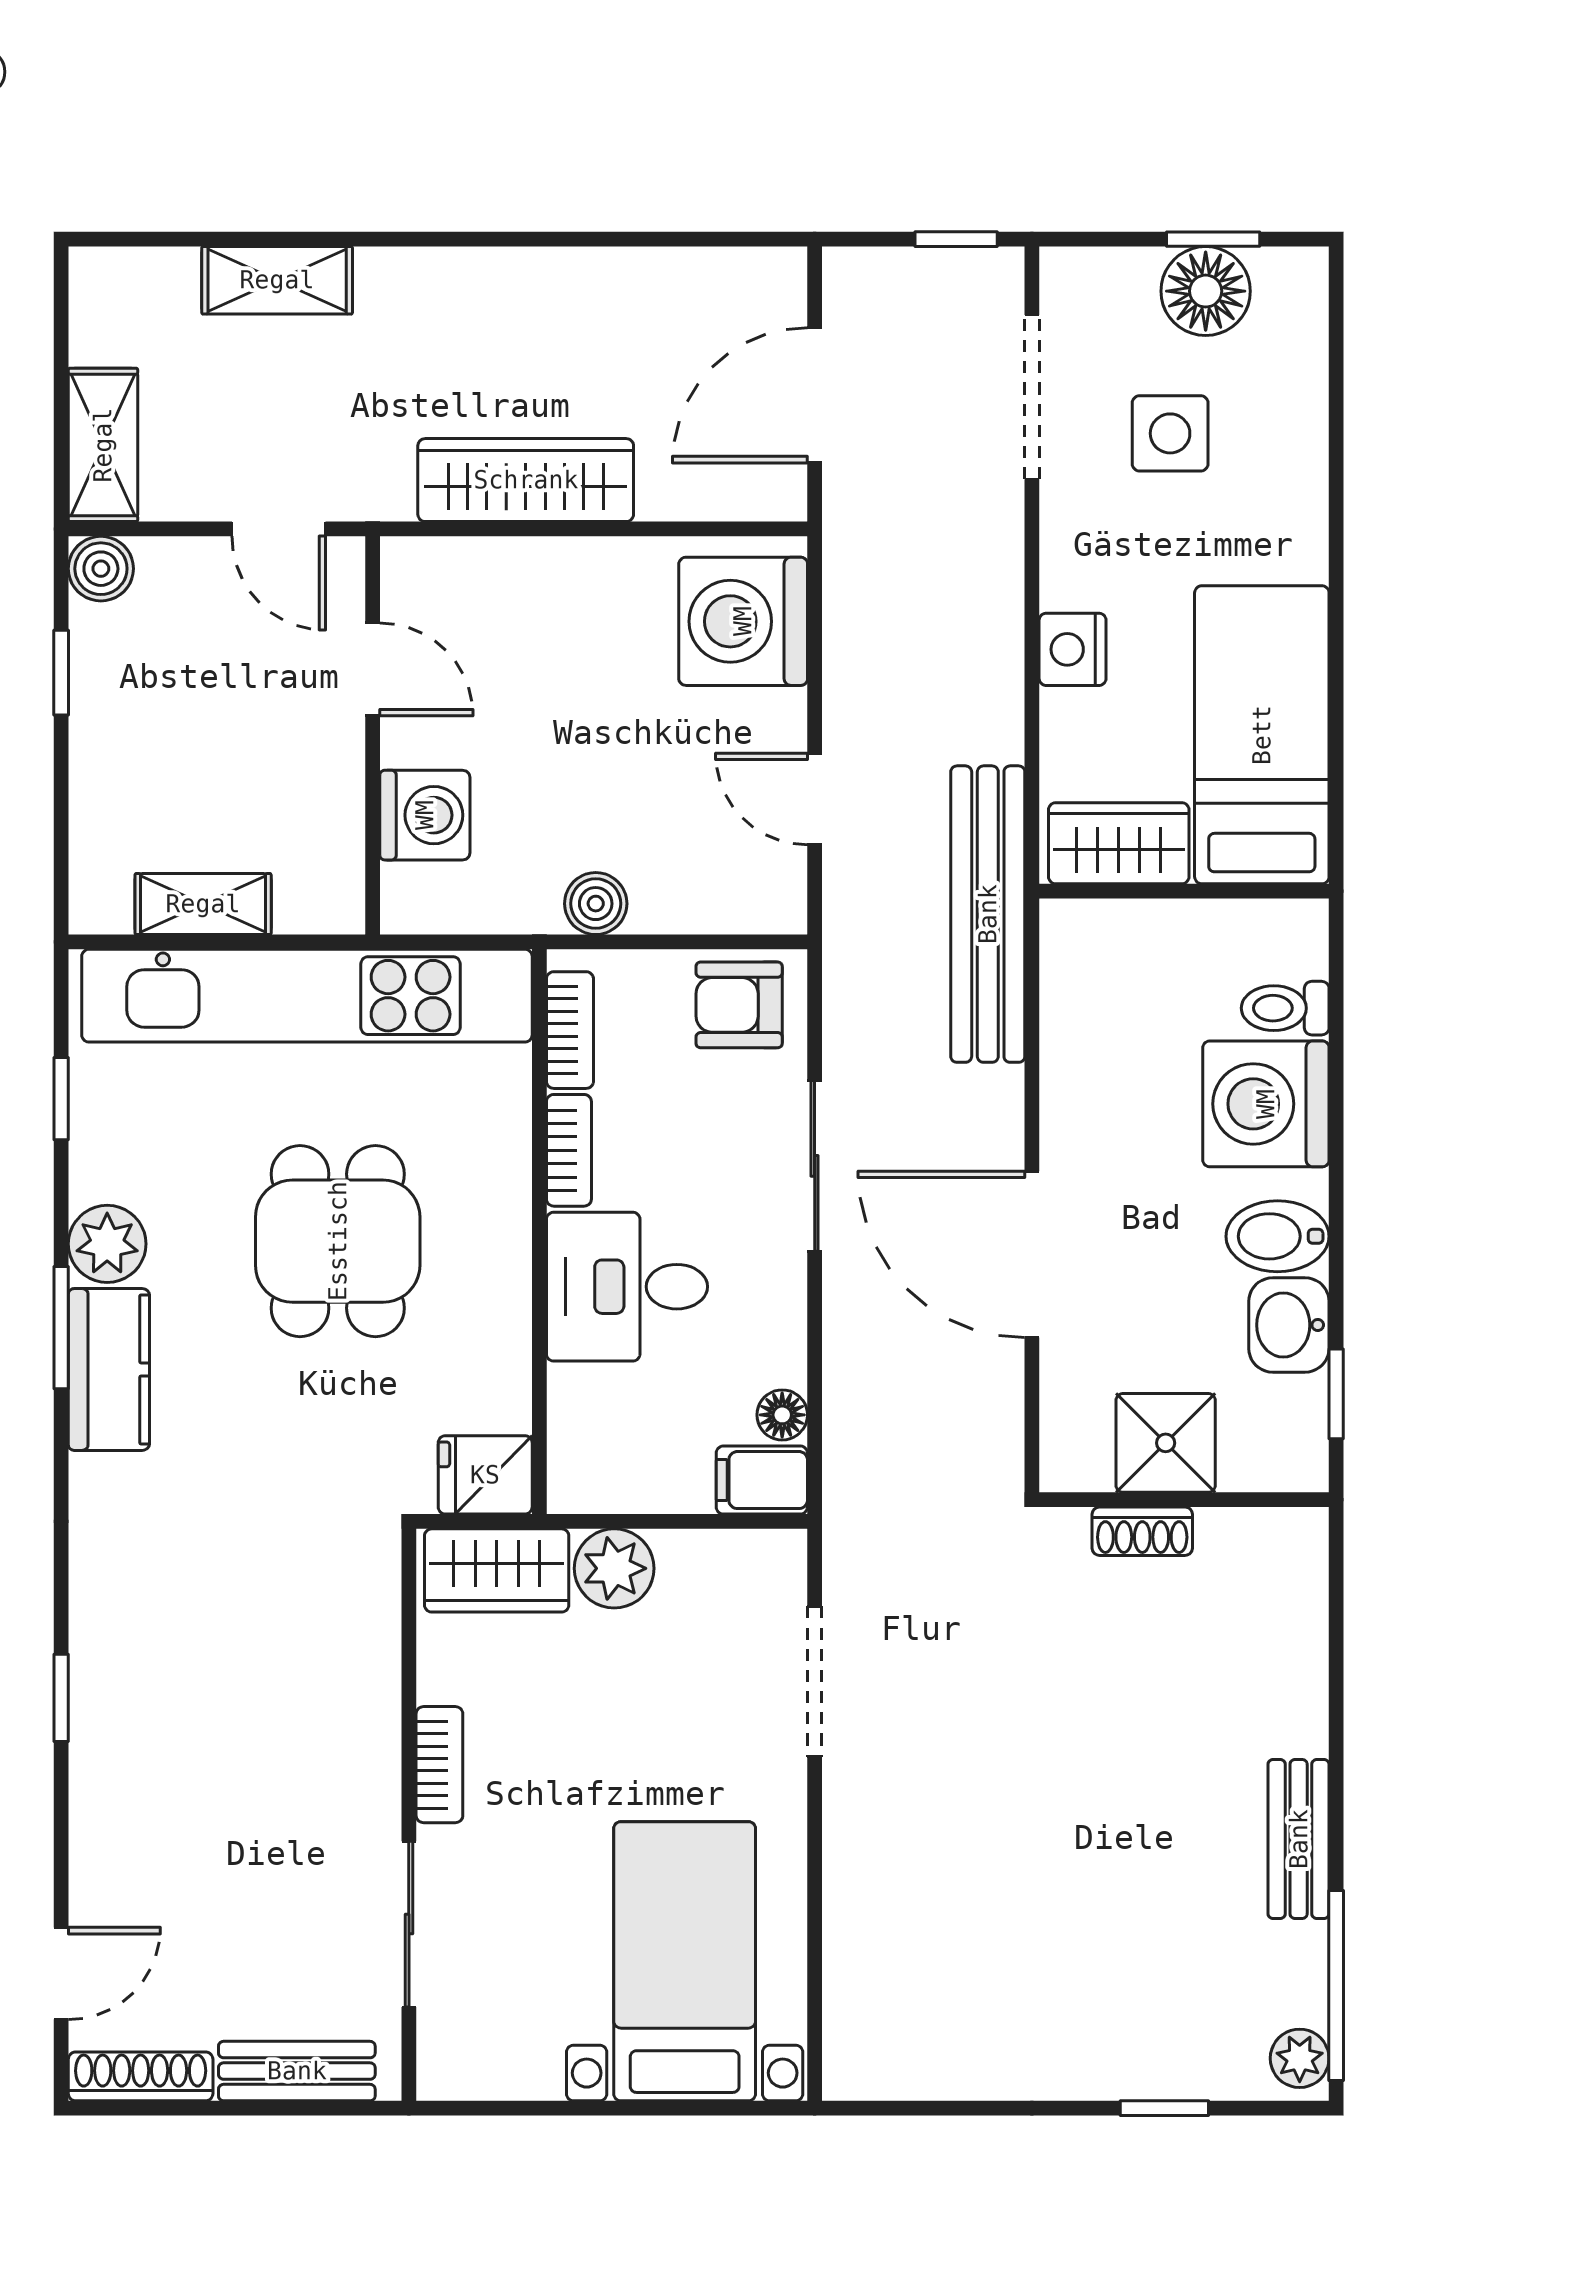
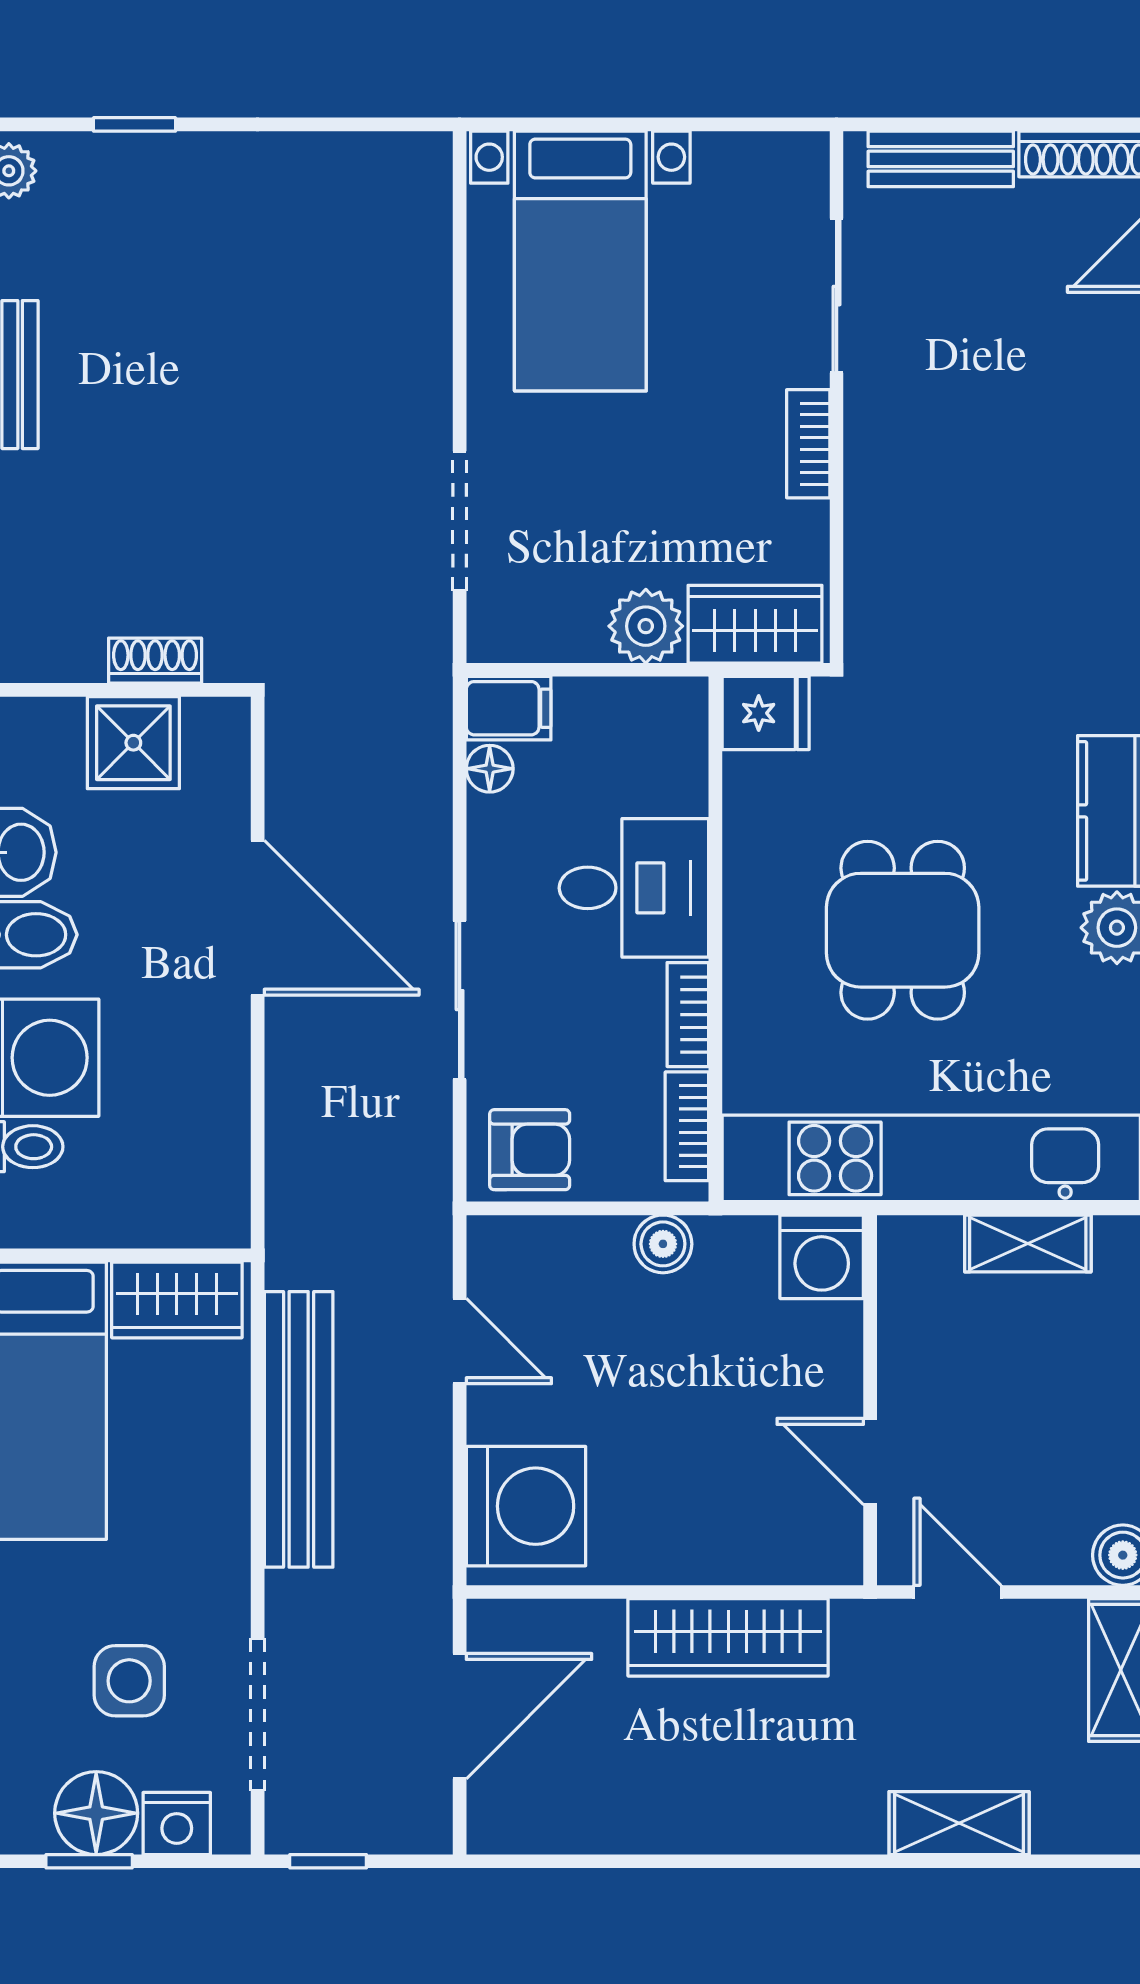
nightstand: (1073, 649) -> (177, 1823), moved, turned 90
washing machine: (425, 815) -> (822, 1257), moved, turned -90
bench: (988, 914) -> (299, 1429), moved

